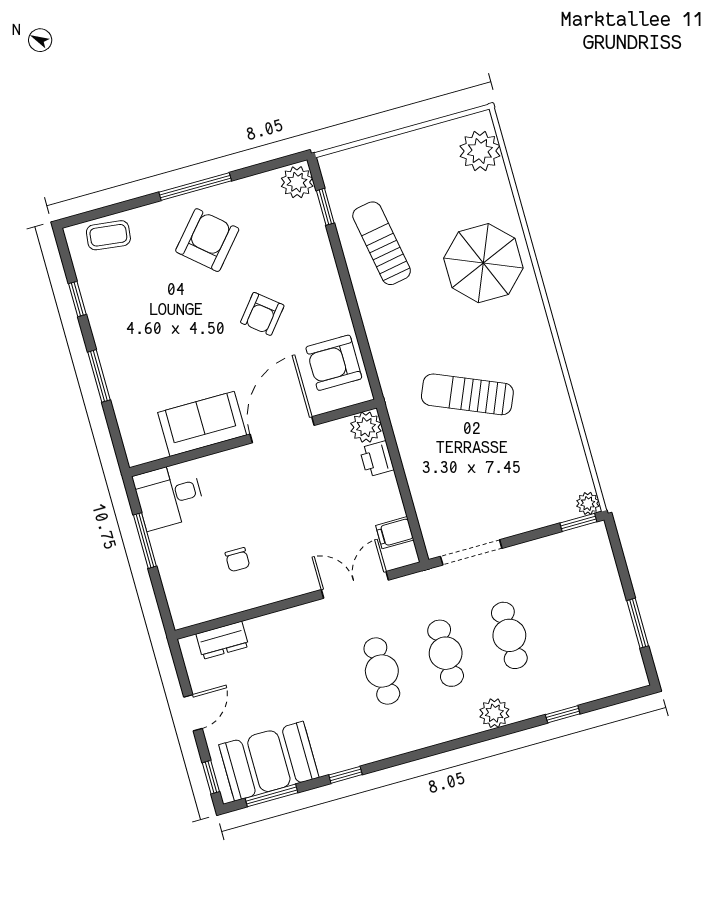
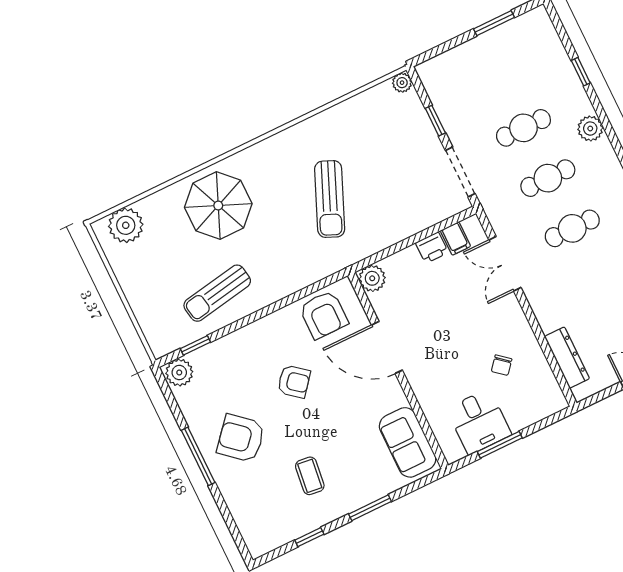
coffee table: (108, 235) -> (310, 476), moved
sofa: (202, 424) -> (408, 442), moved
printer: (377, 459) -> (432, 248), moved
desk: (169, 496) -> (479, 422), moved
window: (578, 522) -> (435, 121), moved
chair: (237, 560) -> (502, 365), turned 130
dresser: (222, 640) -> (567, 358), width x1.44

